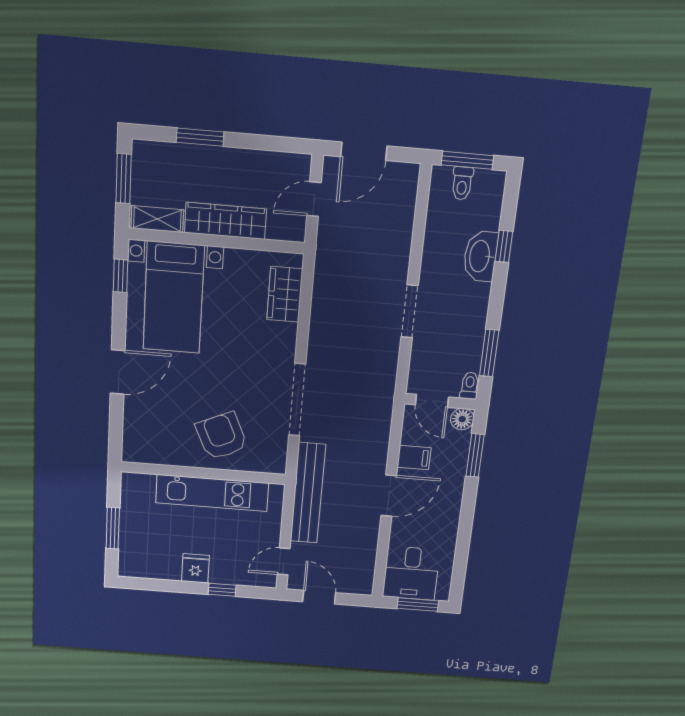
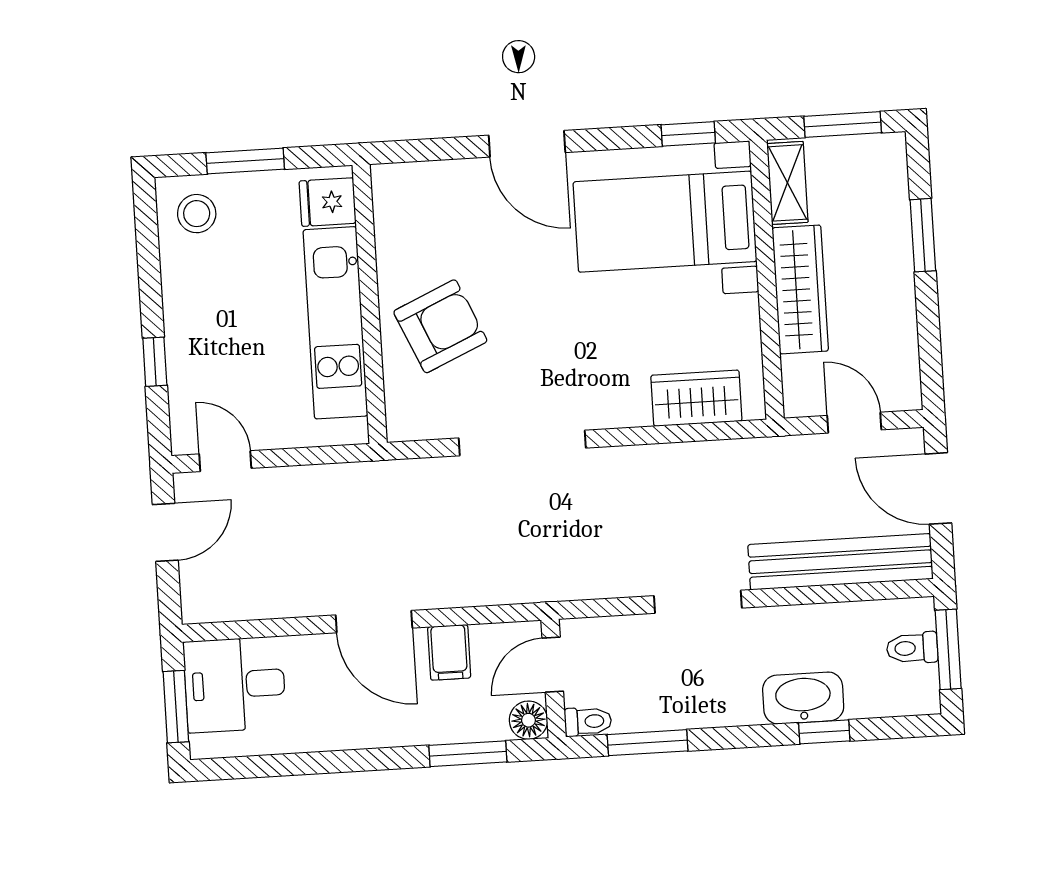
bench: (308, 493) -> (840, 562), moved
stool: (140, 557) -> (197, 214), added
fridge: (195, 568) -> (328, 202), moved, turned 180

